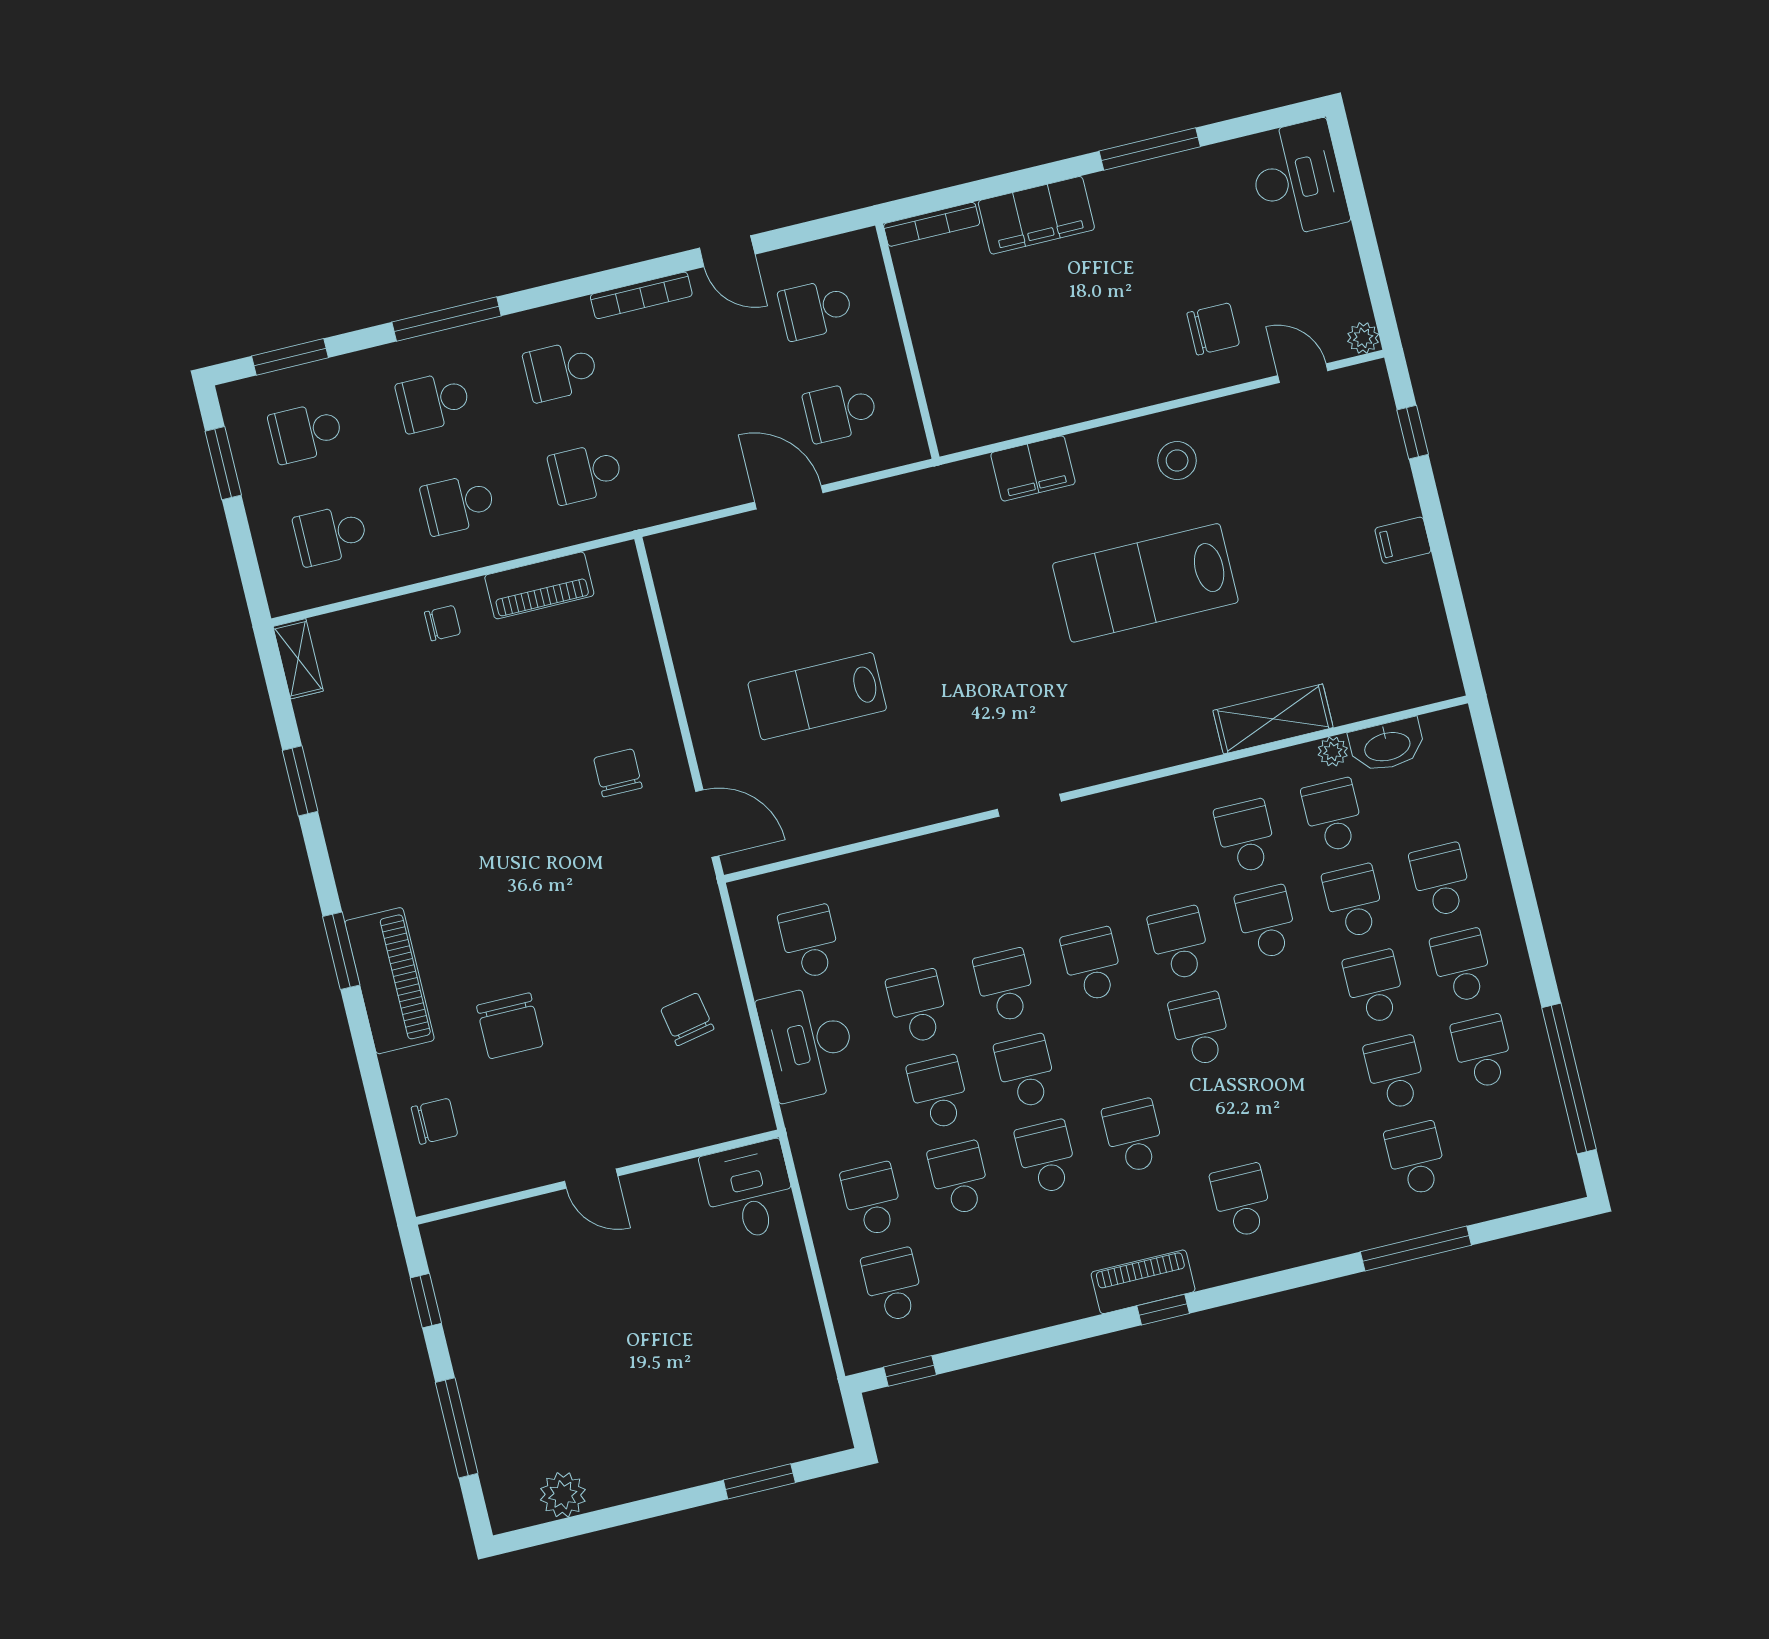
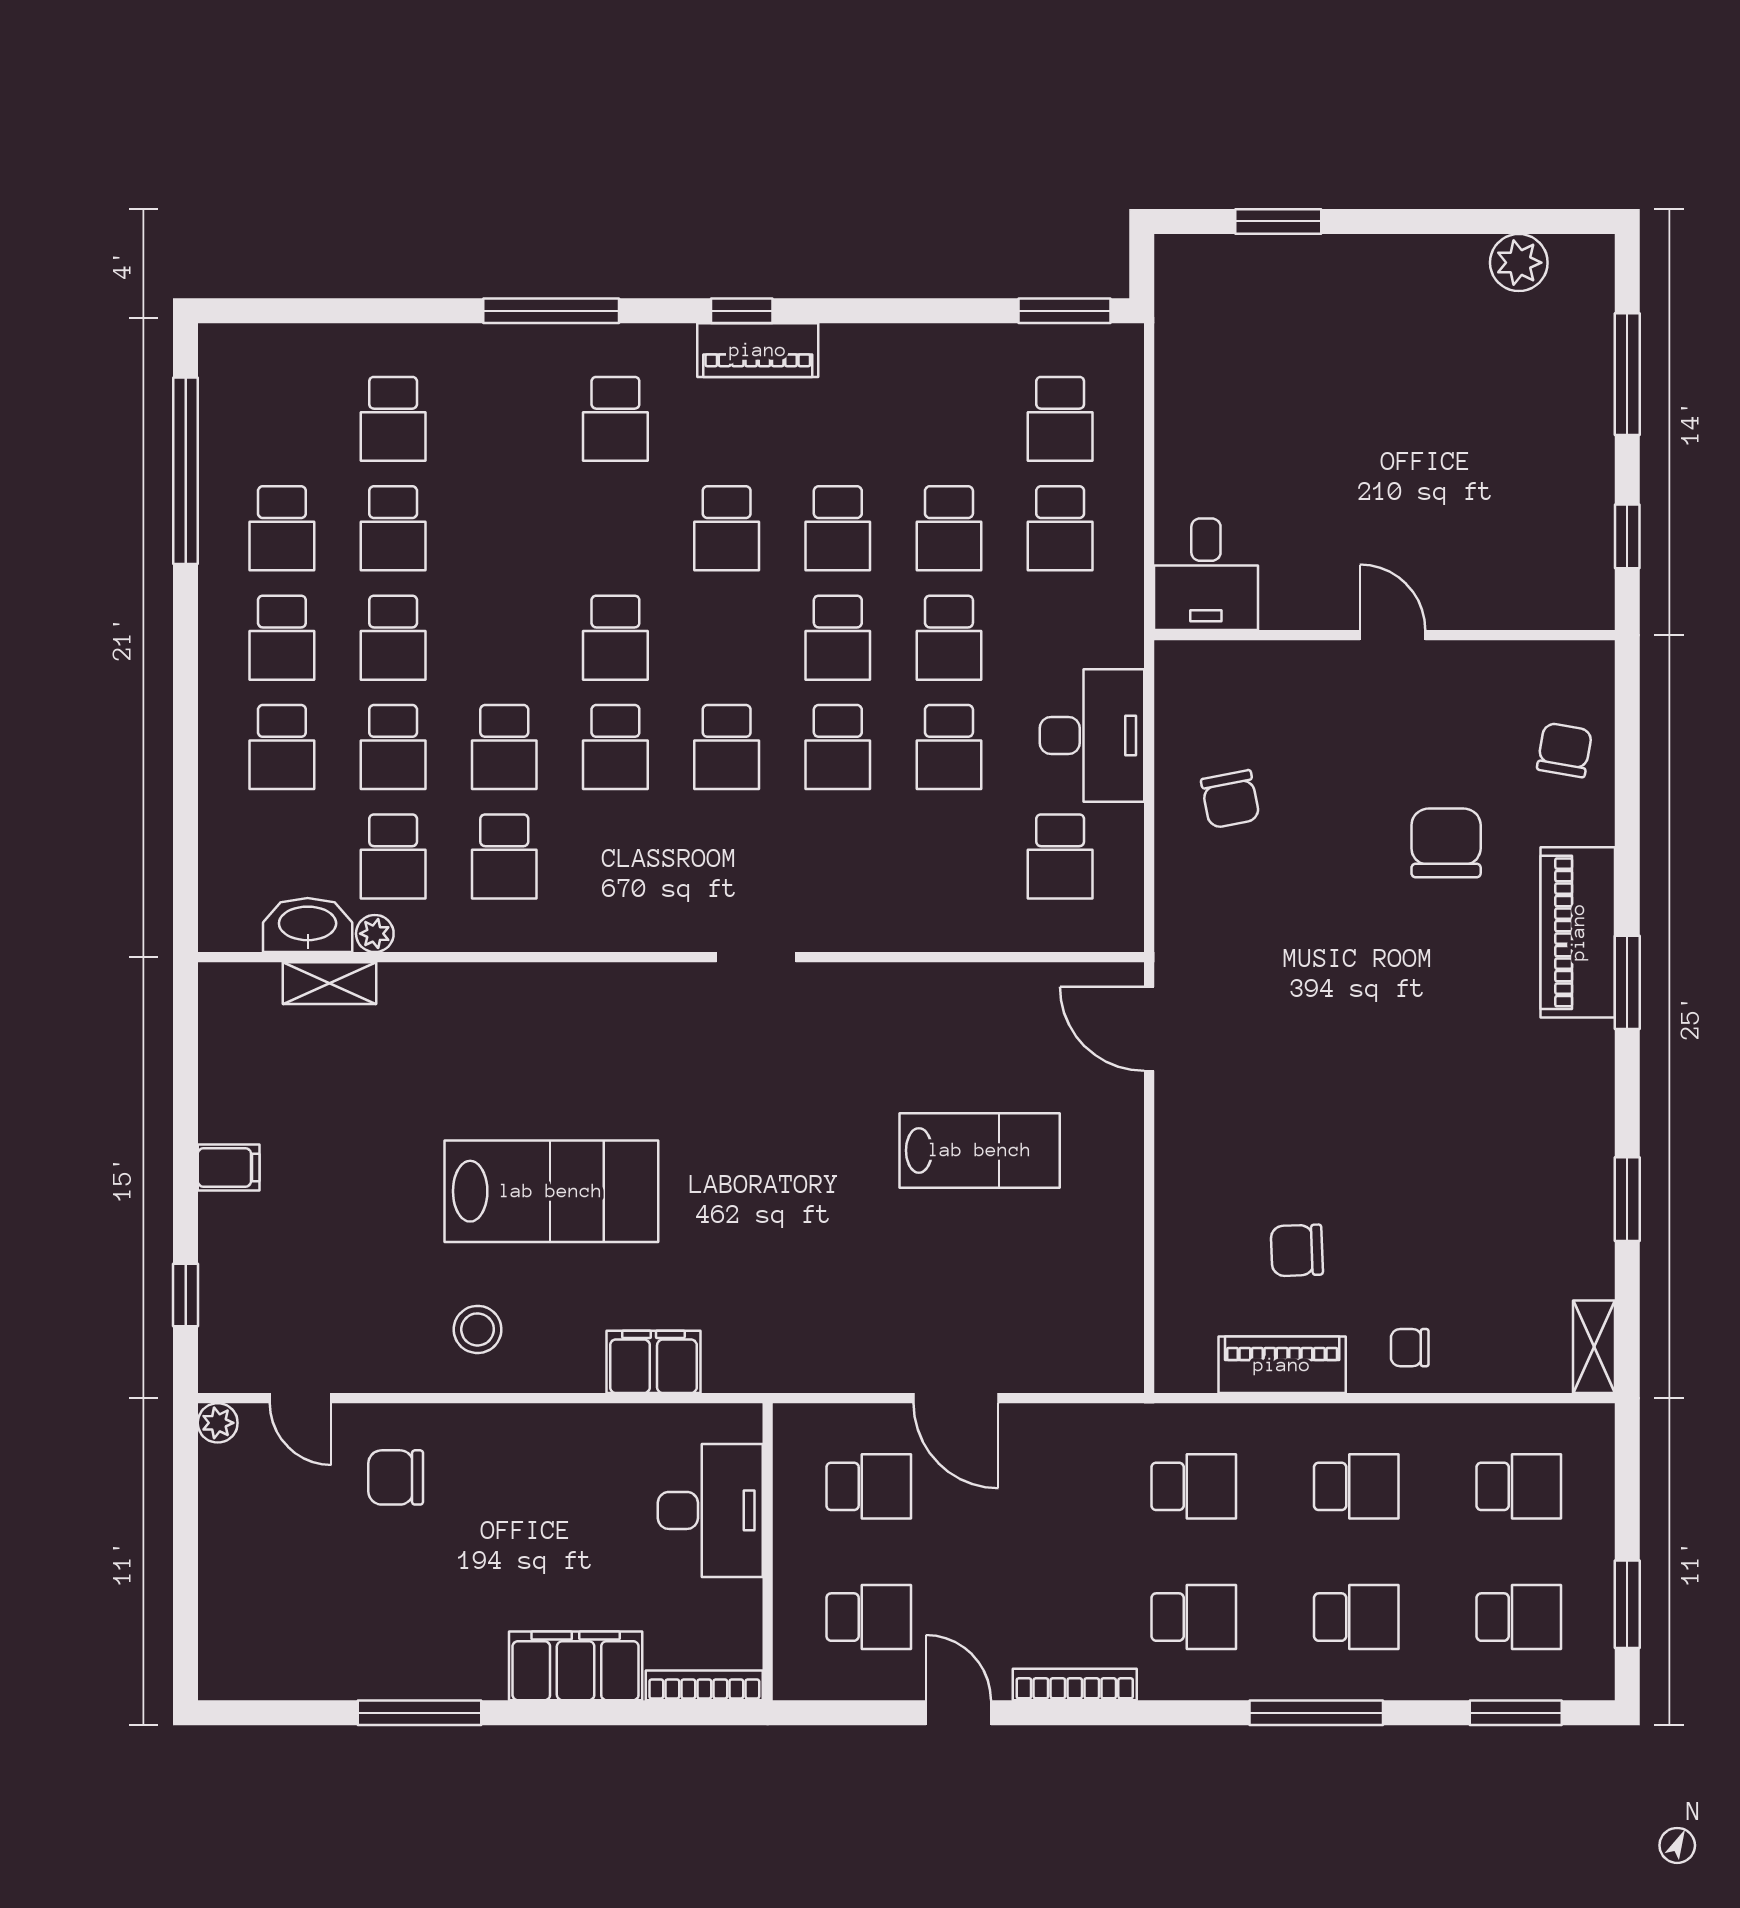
desk: (1298, 179) -> (710, 1510), moved, turned 180
shelving: (1273, 719) -> (330, 983), moved, width x0.67, depth x0.75
chair: (618, 773) -> (1297, 1250), moved, turned 88
chair: (435, 1121) -> (1565, 750), turned 100
window: (1416, 1248) -> (551, 311), moved
window: (910, 1371) -> (1065, 311), width x1.50

